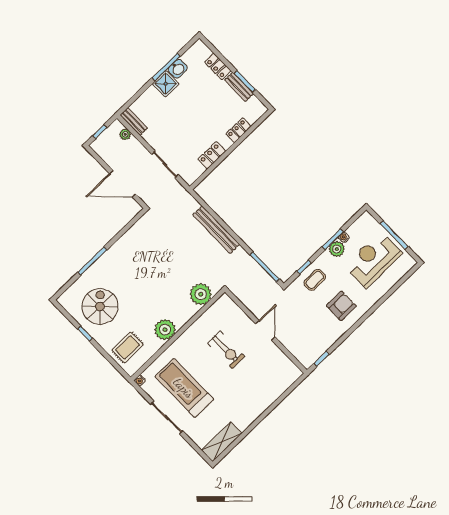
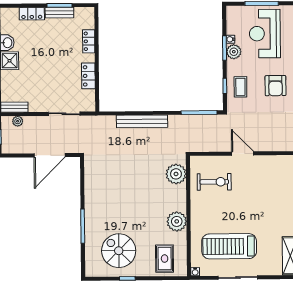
armchair: (341, 306) -> (275, 86), turned 180
exercise bike: (226, 350) -> (214, 182), moved

